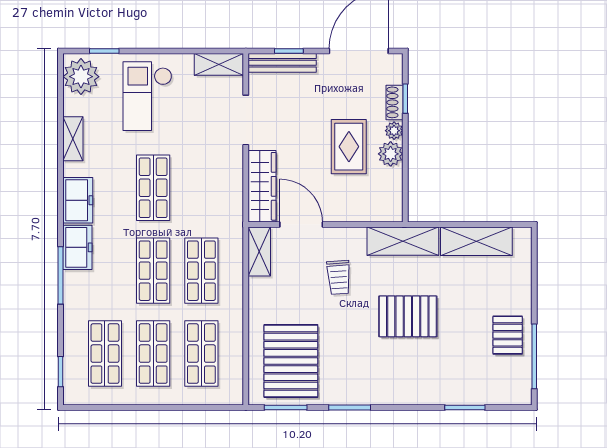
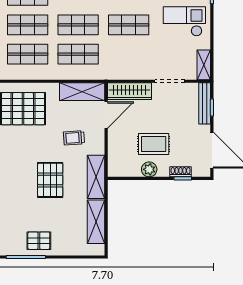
plant: (394, 131) -> (163, 172), removed
shelving: (259, 251) -> (82, 92), width x1.50, depth x1.33

